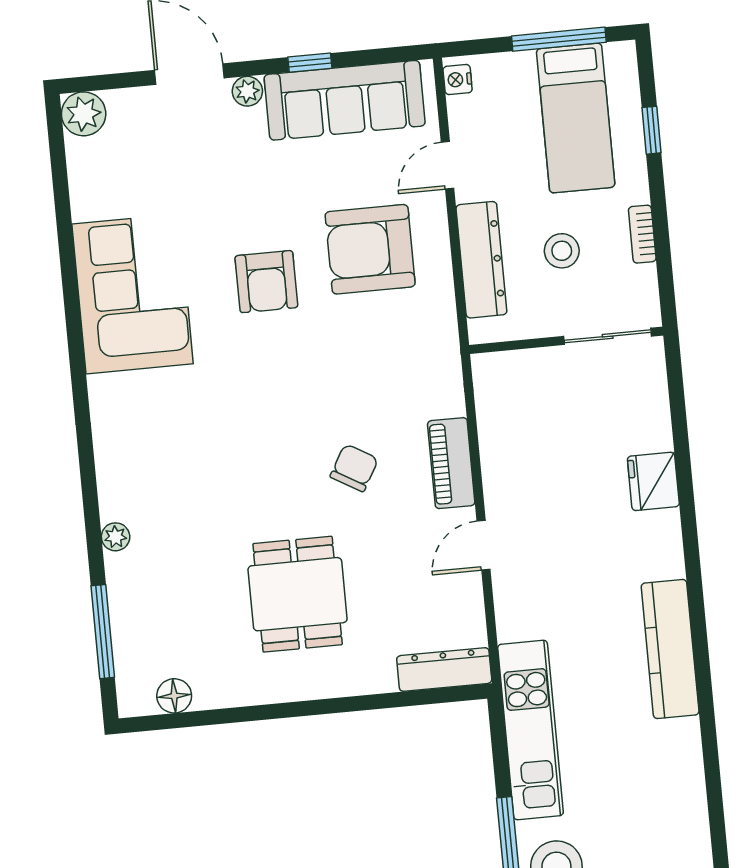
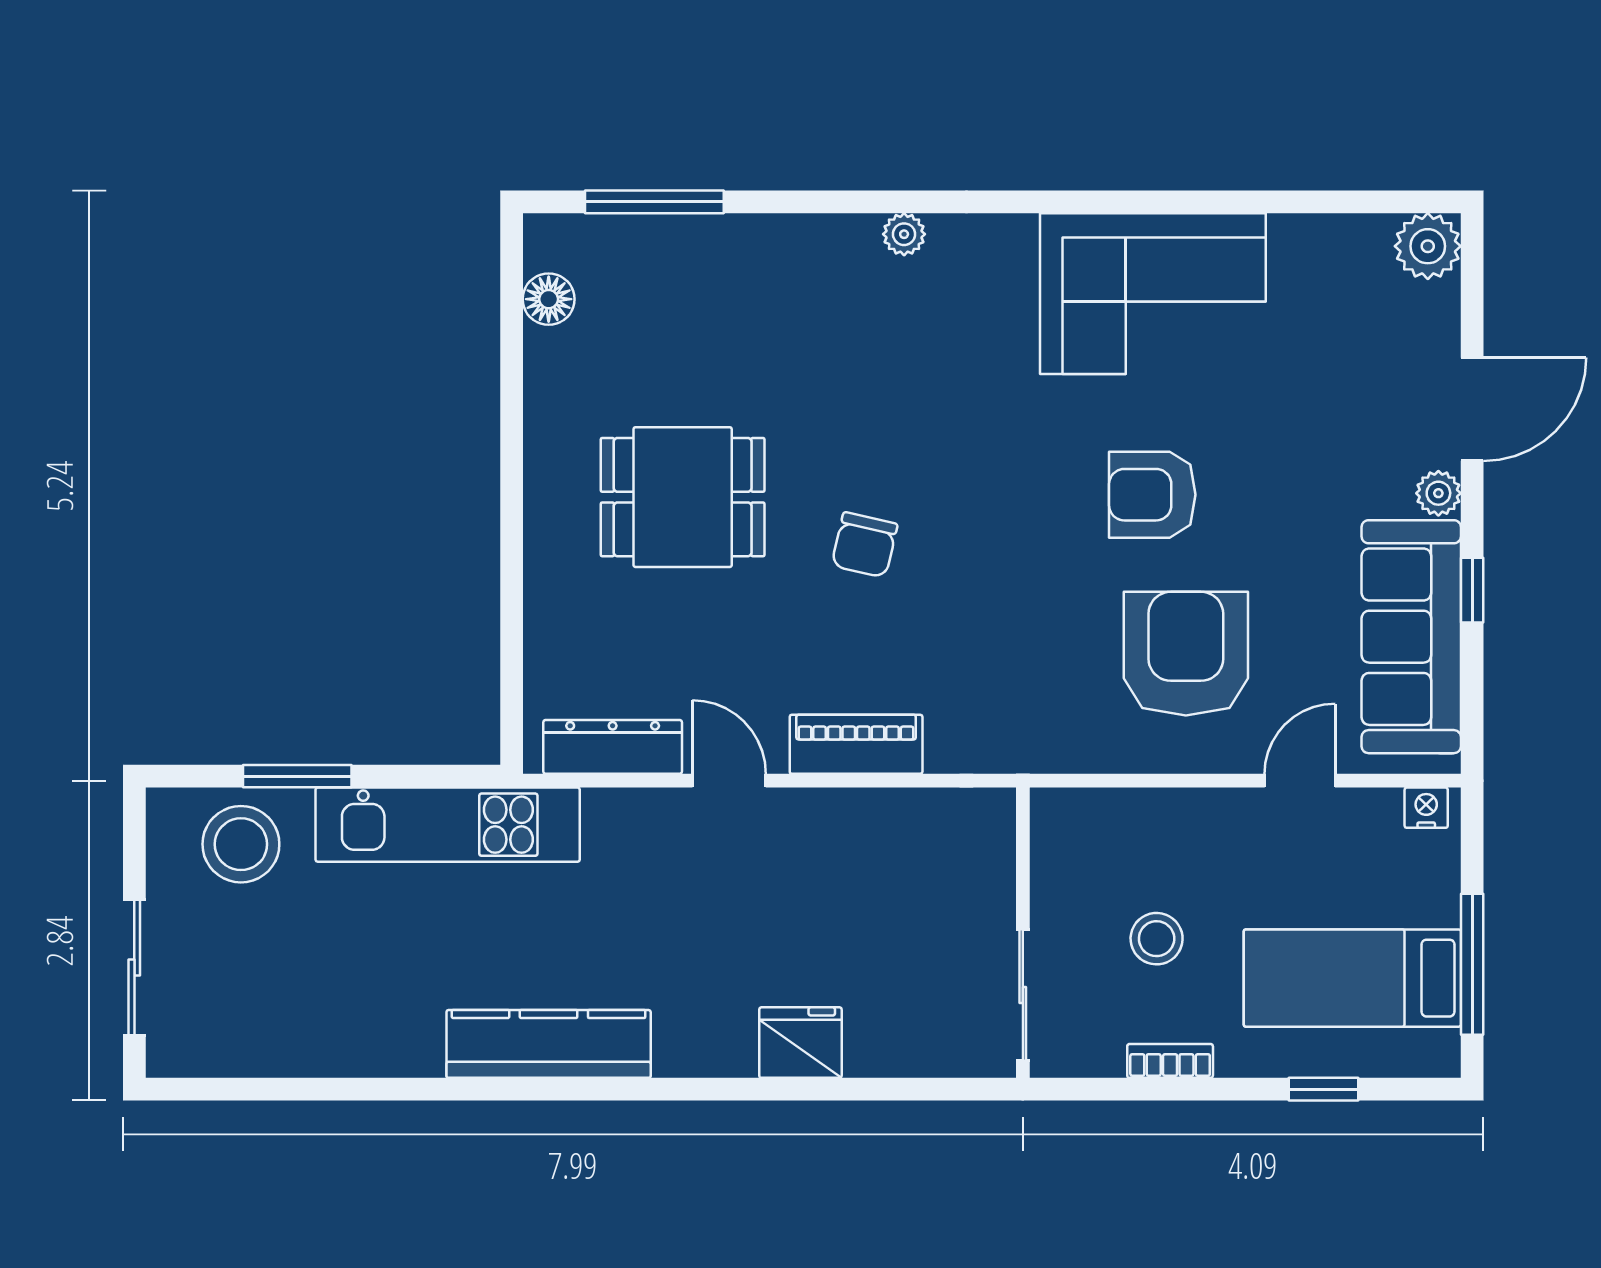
door: (448, 165) -> (1300, 781), hinge flipped
dresser: (481, 260) -> (1155, 818), removed
chair: (354, 468) -> (865, 545), moved, turned 73
plant: (116, 537) -> (904, 234), moved
dresser: (444, 669) -> (613, 747), moved, turned -90

